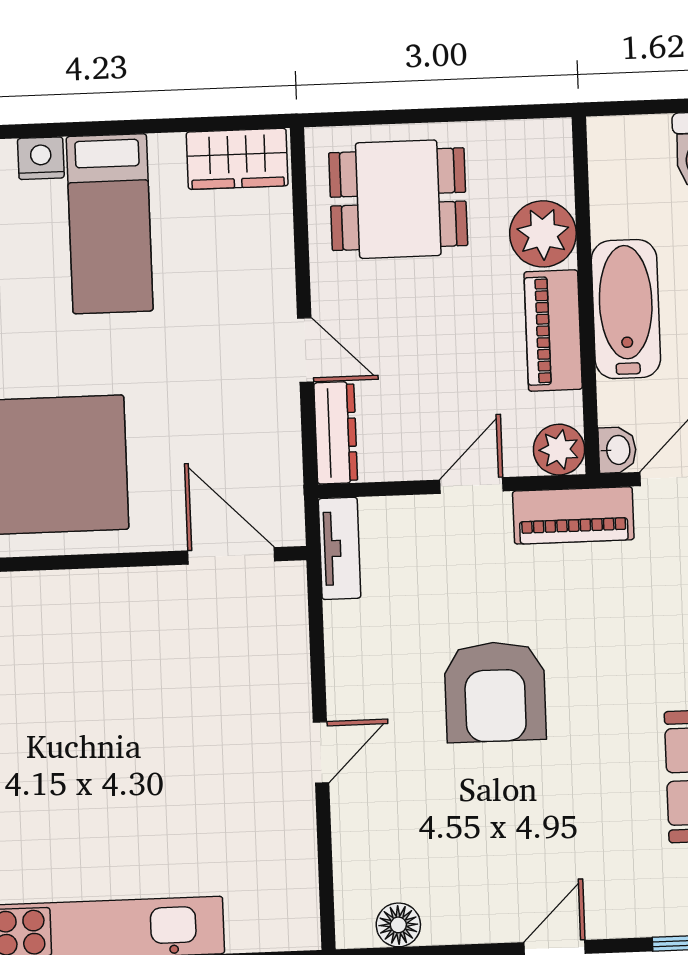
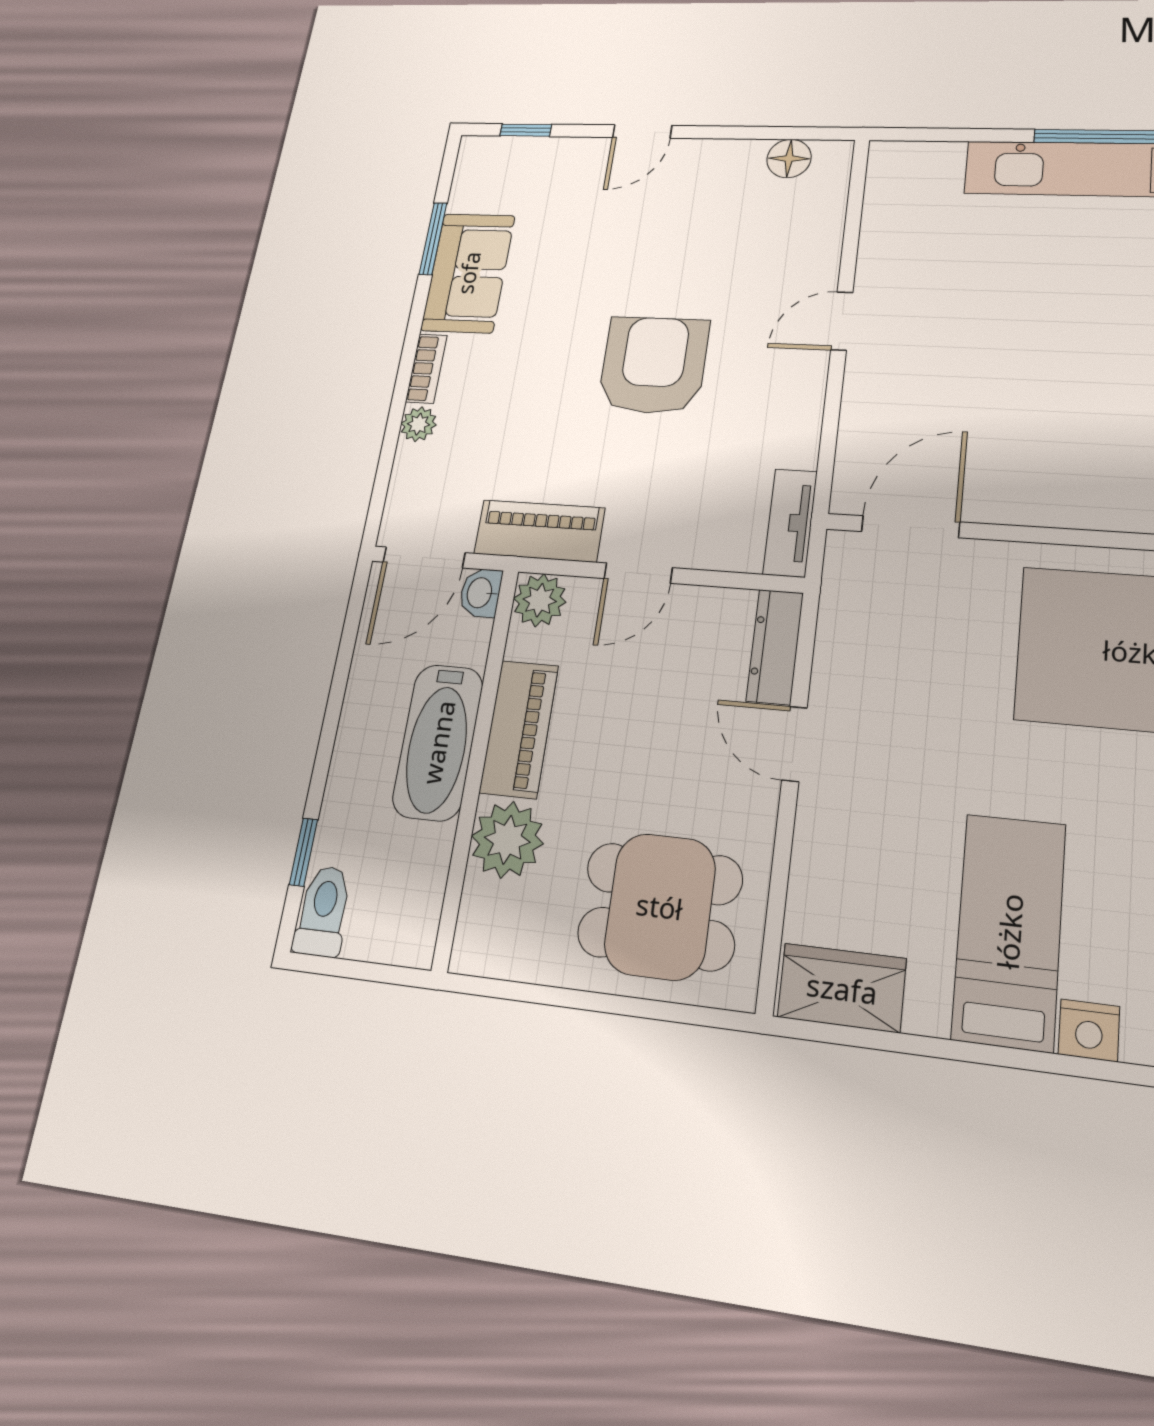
door: (231, 556) -> (910, 527), swing flipped

